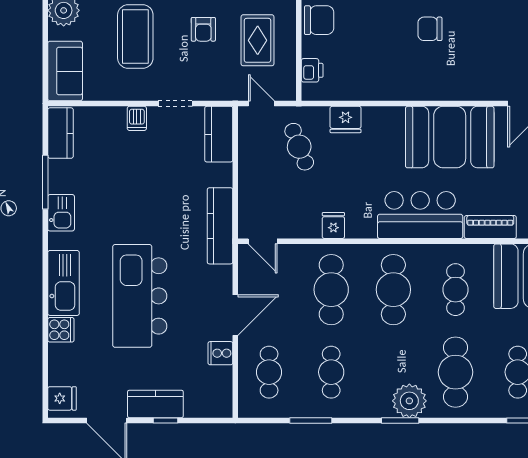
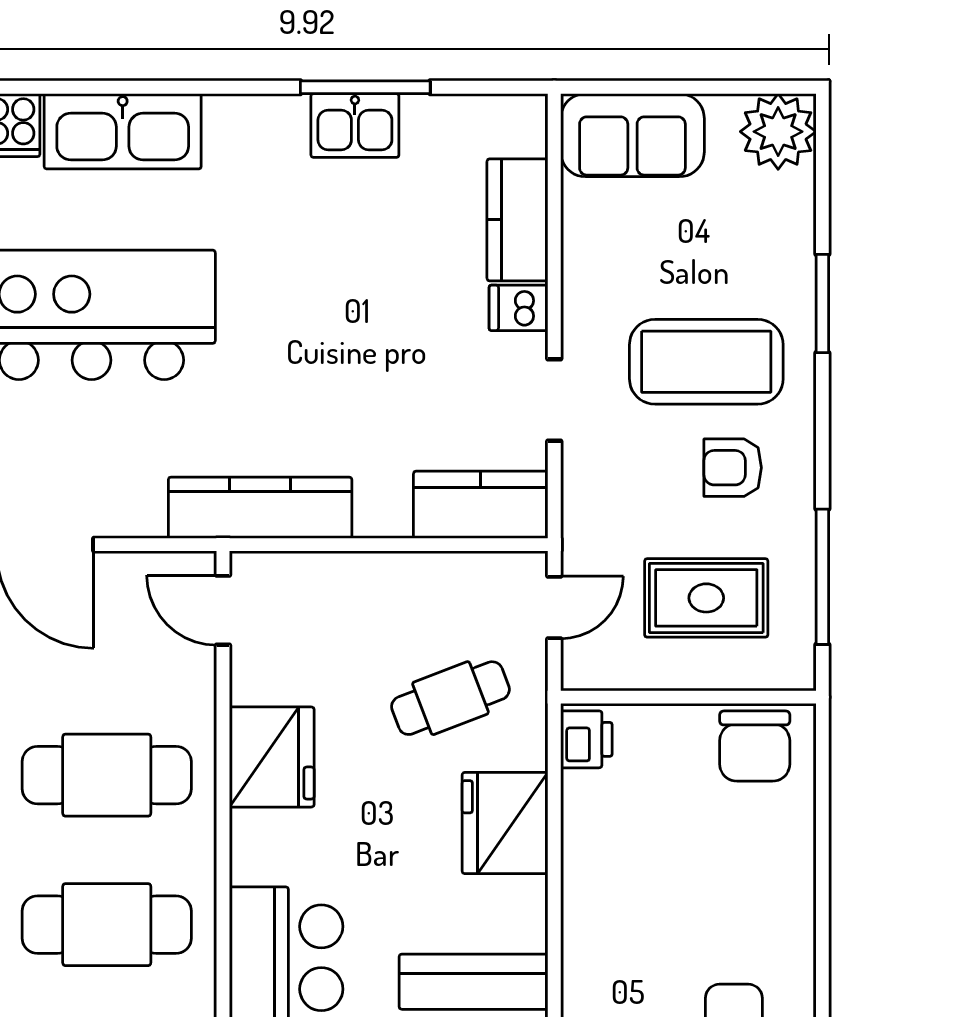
coffee table: (135, 37) -> (706, 362), moved
printer: (312, 70) -> (586, 739), moved, turned -90
fridge: (346, 119) -> (505, 823), width x1.36, depth x1.34
kitchen counter: (60, 133) -> (517, 220), moved, turned 90
kitchen sink: (61, 213) -> (355, 126), moved
fridge: (333, 225) -> (272, 757), width x1.88, depth x1.34
door: (263, 241) -> (223, 610), hinge flipped

